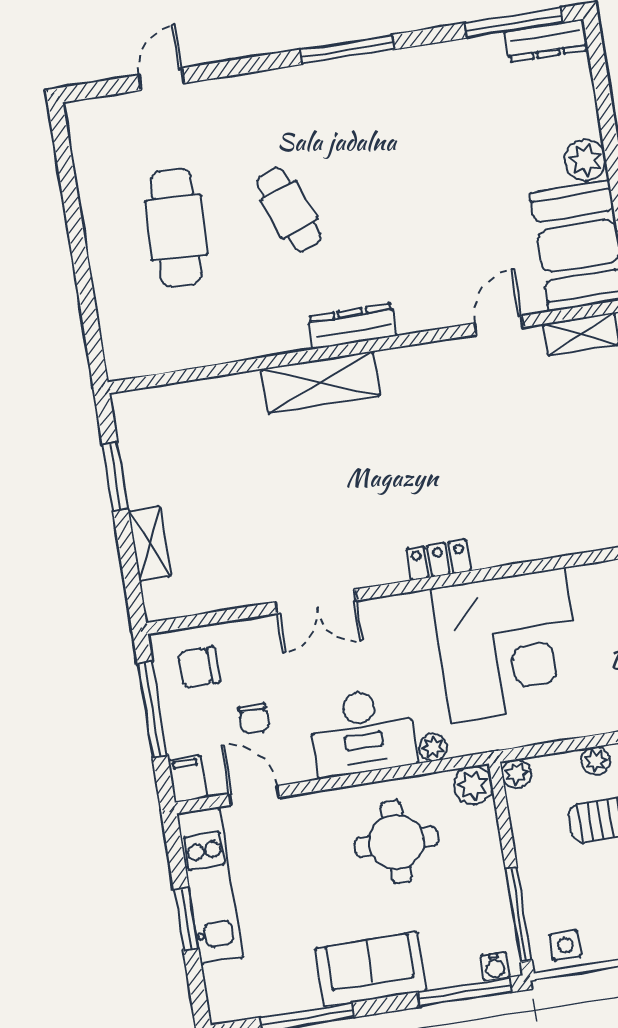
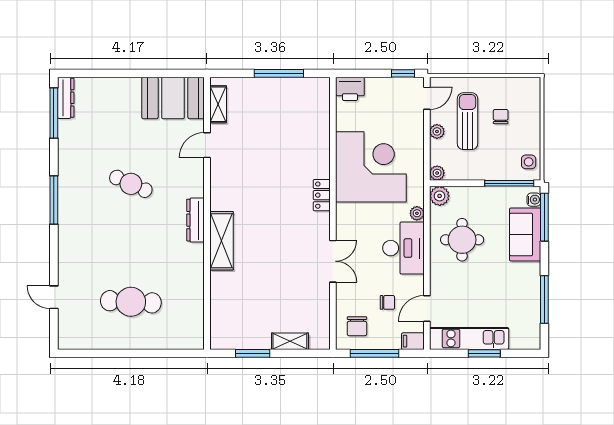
plant: (585, 160) -> (130, 88), removed
cafe table: (289, 210) -> (131, 184), moved, turned 45
door: (499, 325) -> (207, 145), hinge flipped
sofa: (371, 969) -> (525, 234), moved

